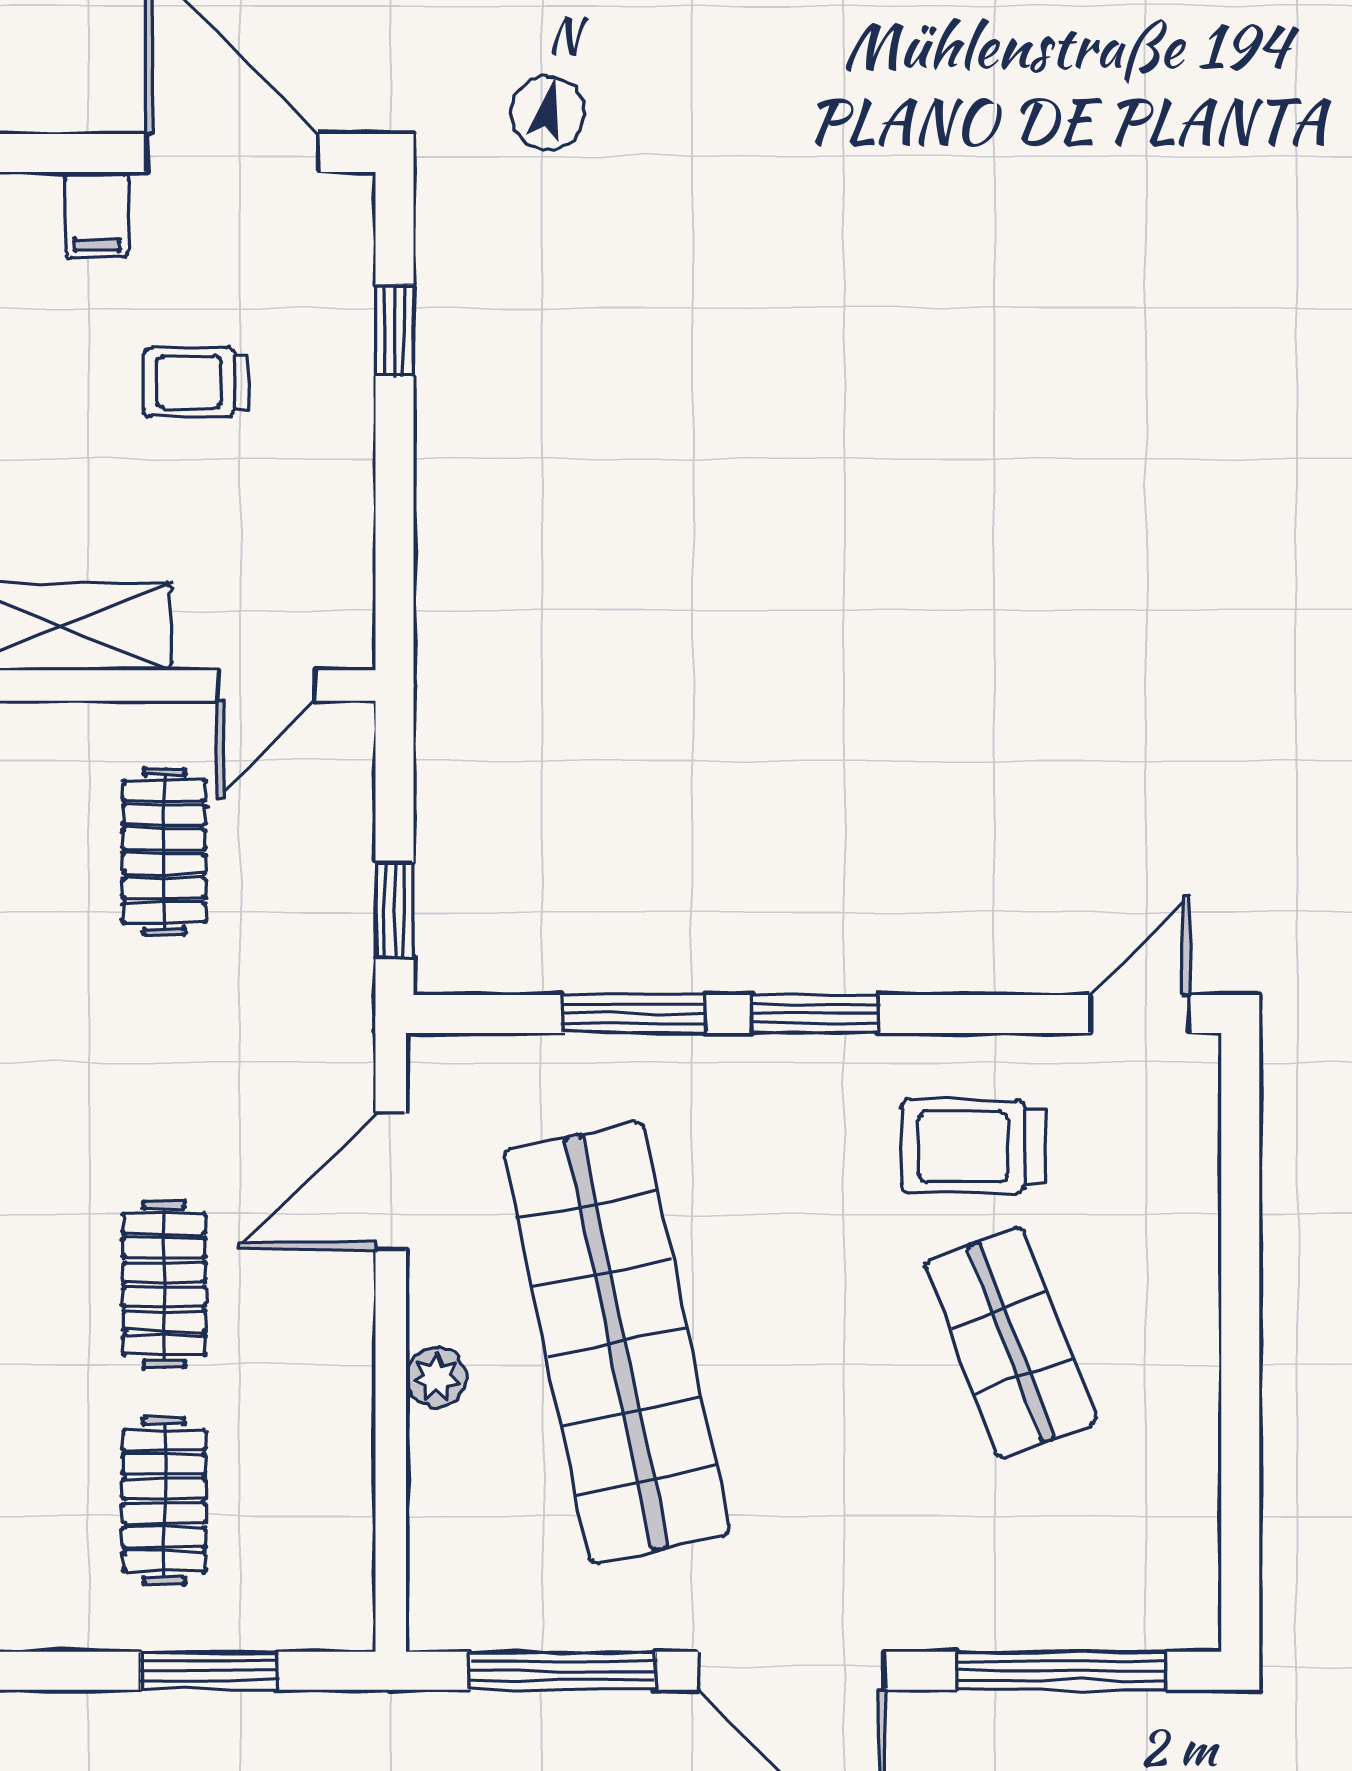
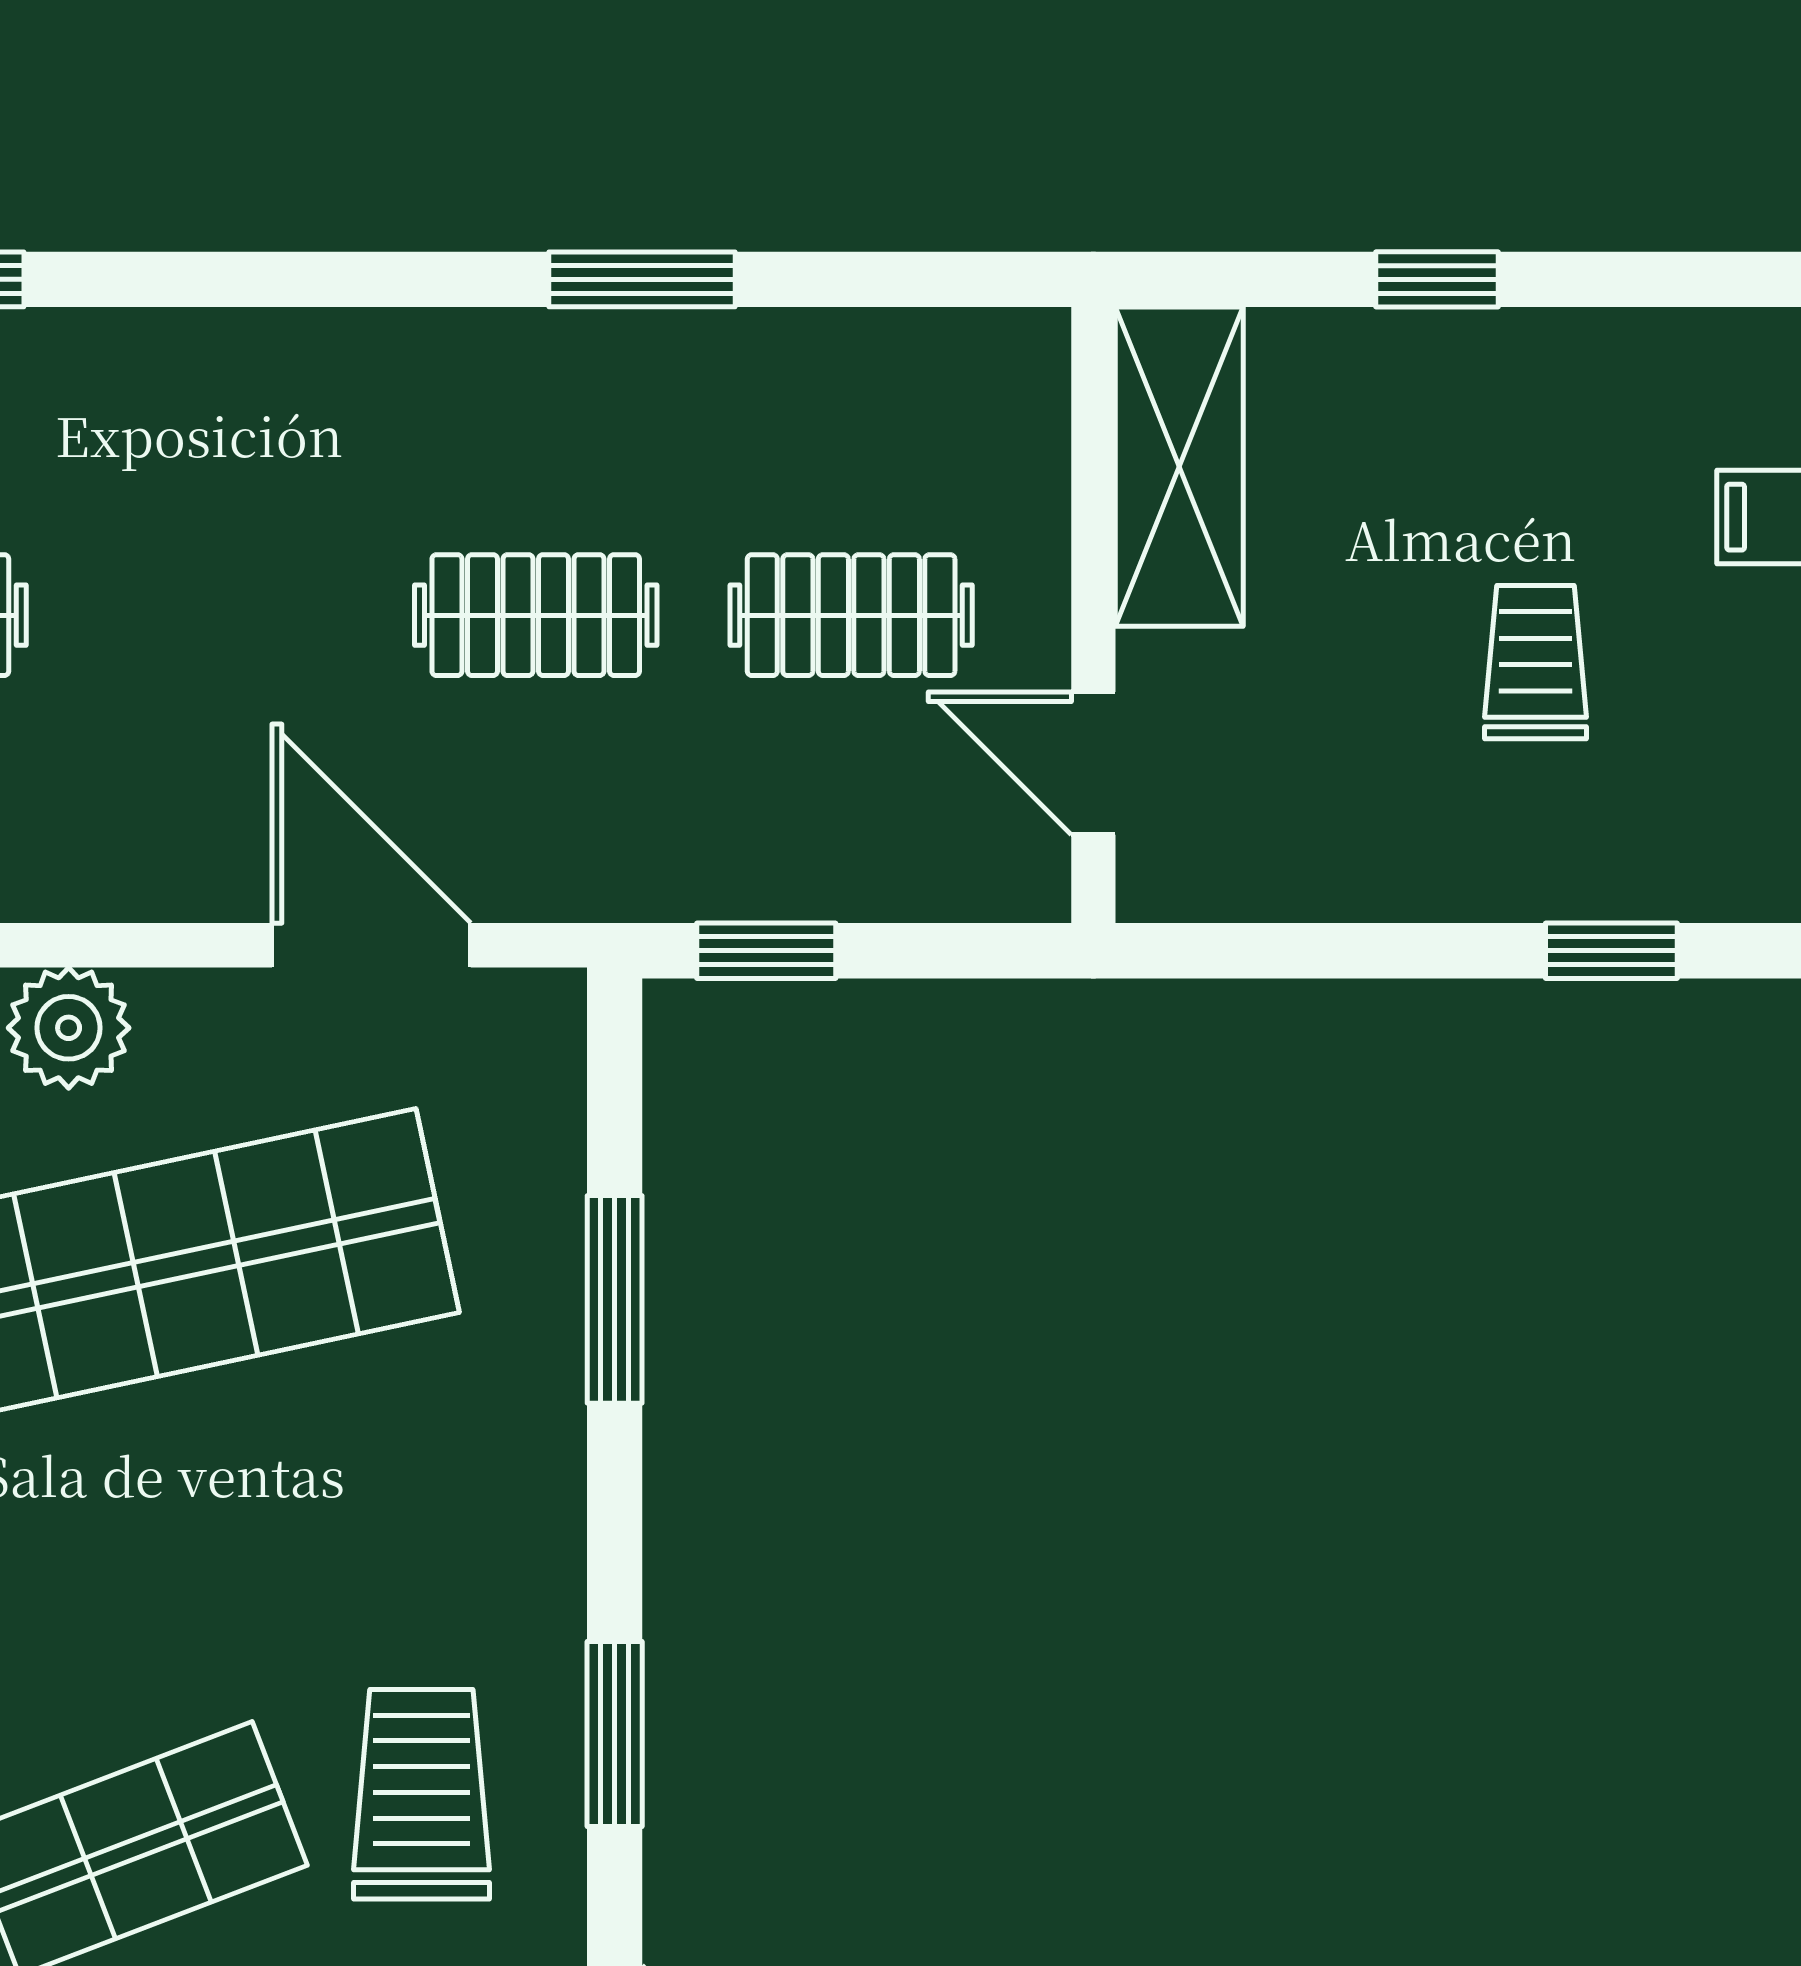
window: (815, 1014) -> (615, 1734), moved
clothes rail: (164, 1284) -> (536, 615), moved
plant: (436, 1377) -> (69, 1028), width x1.38, depth x1.38

